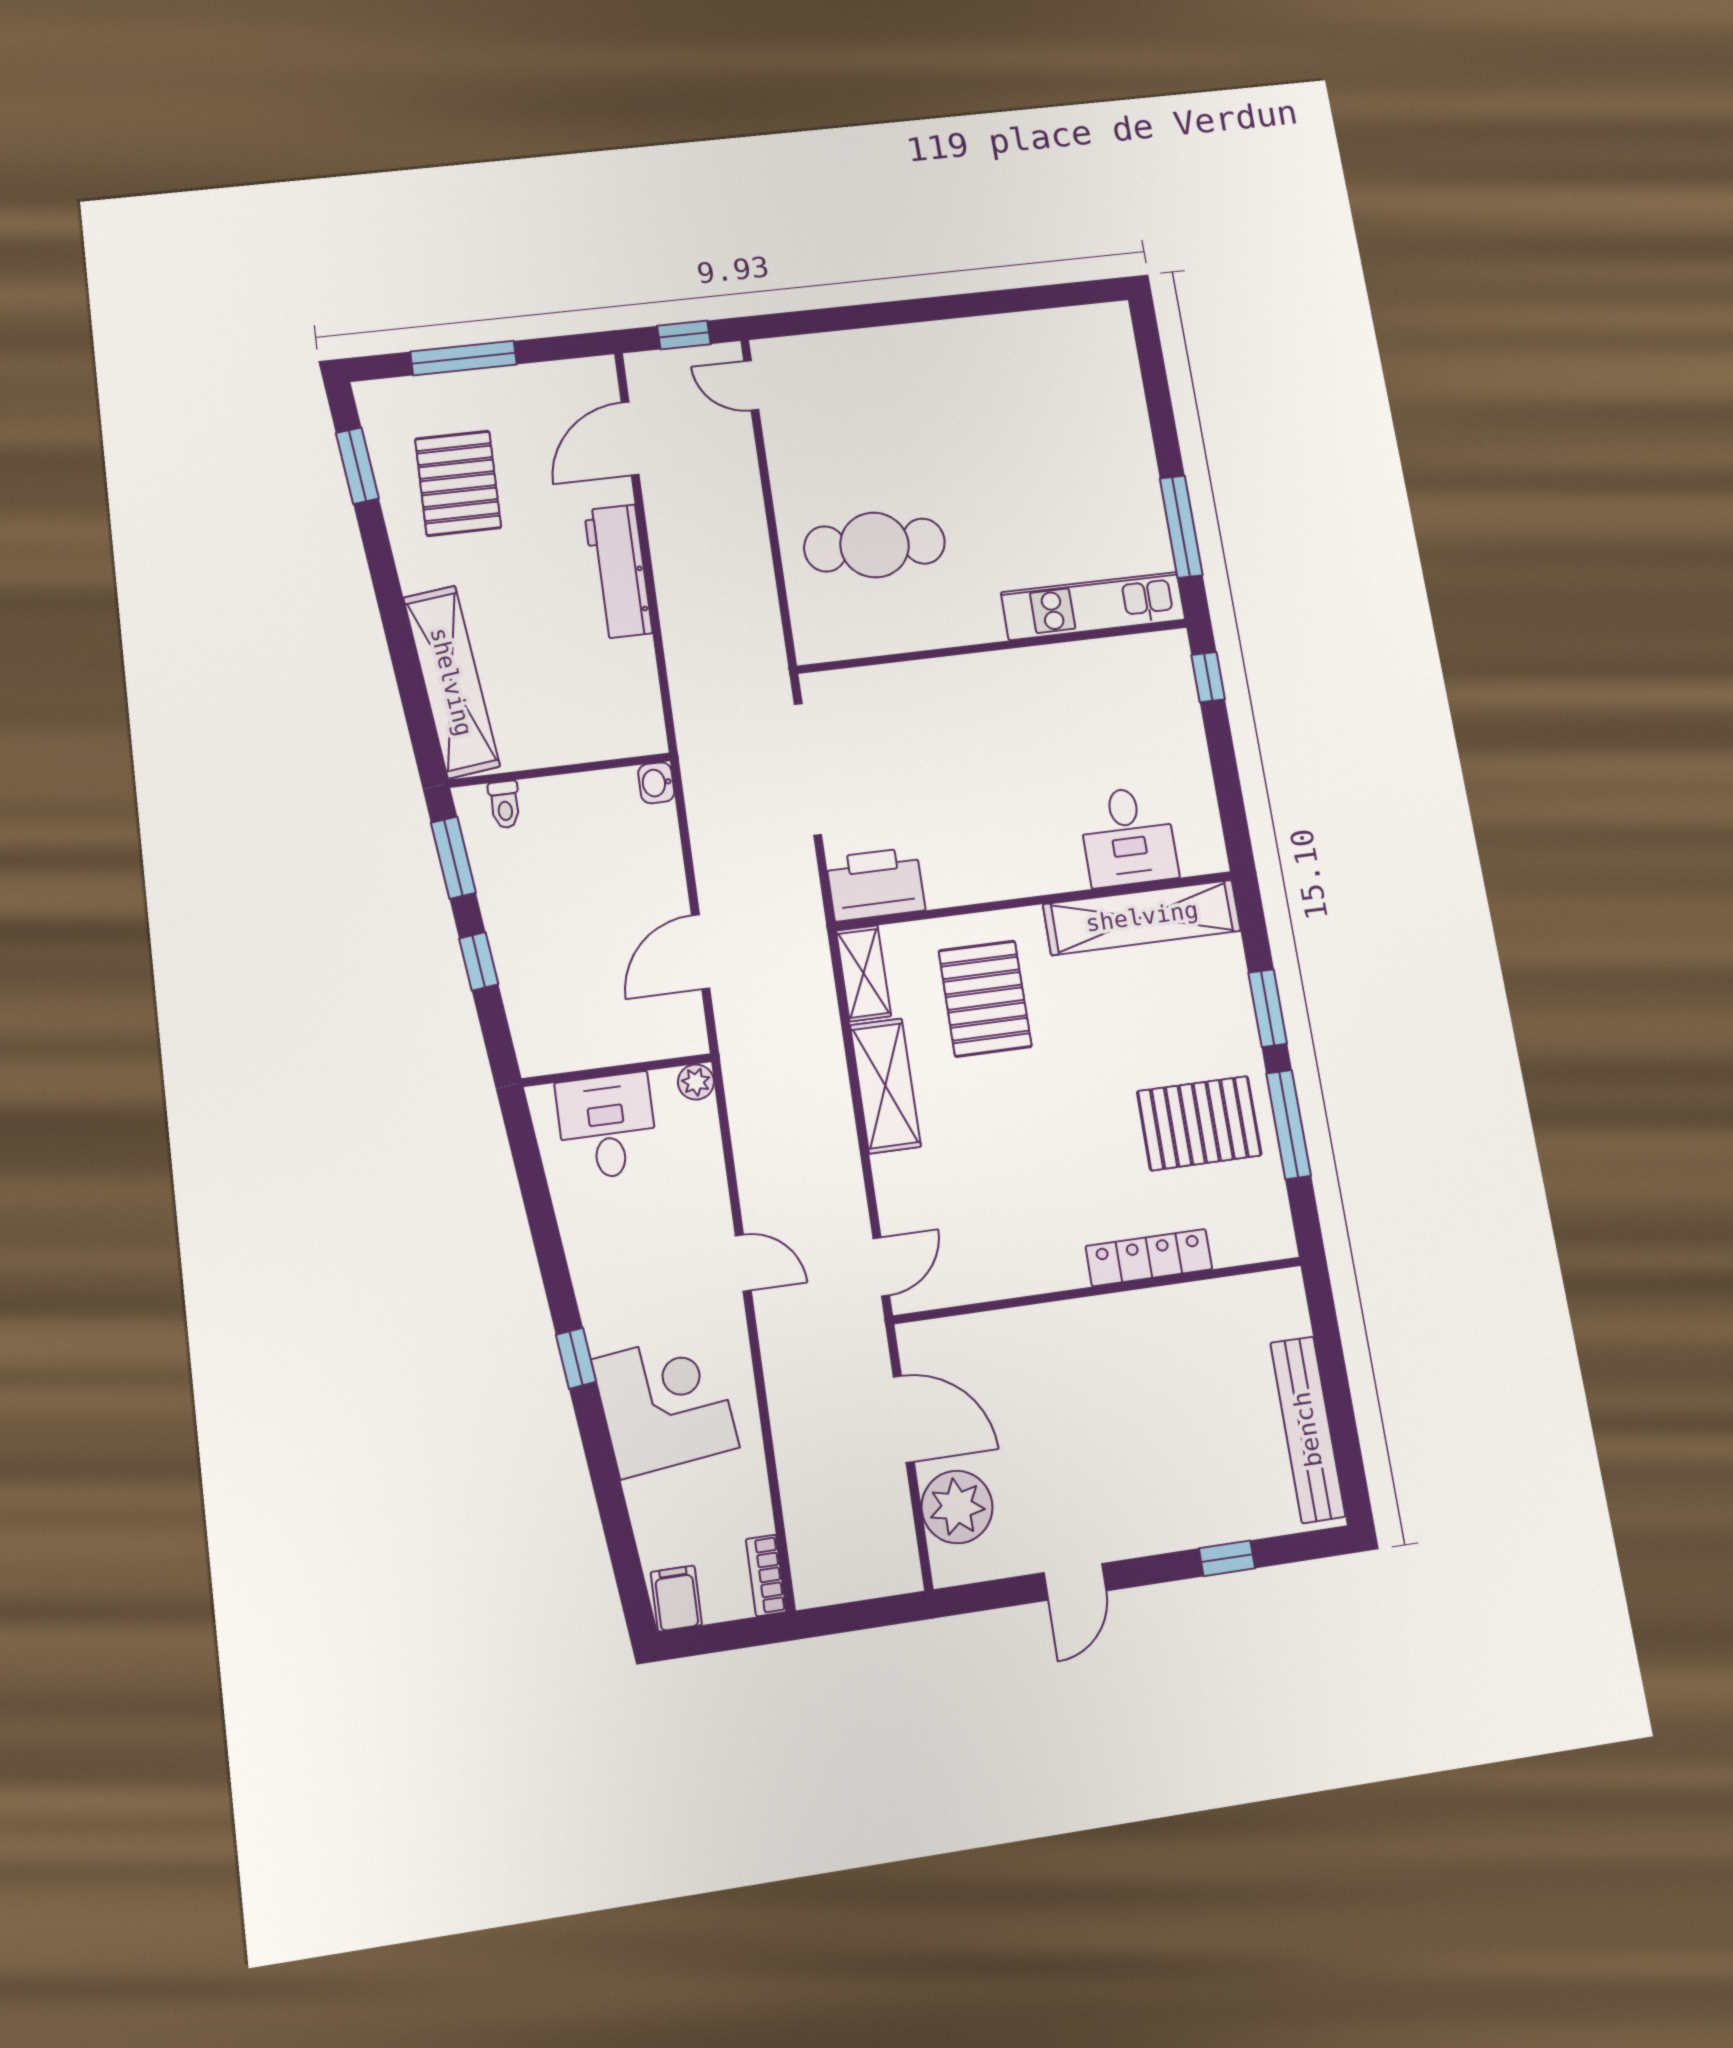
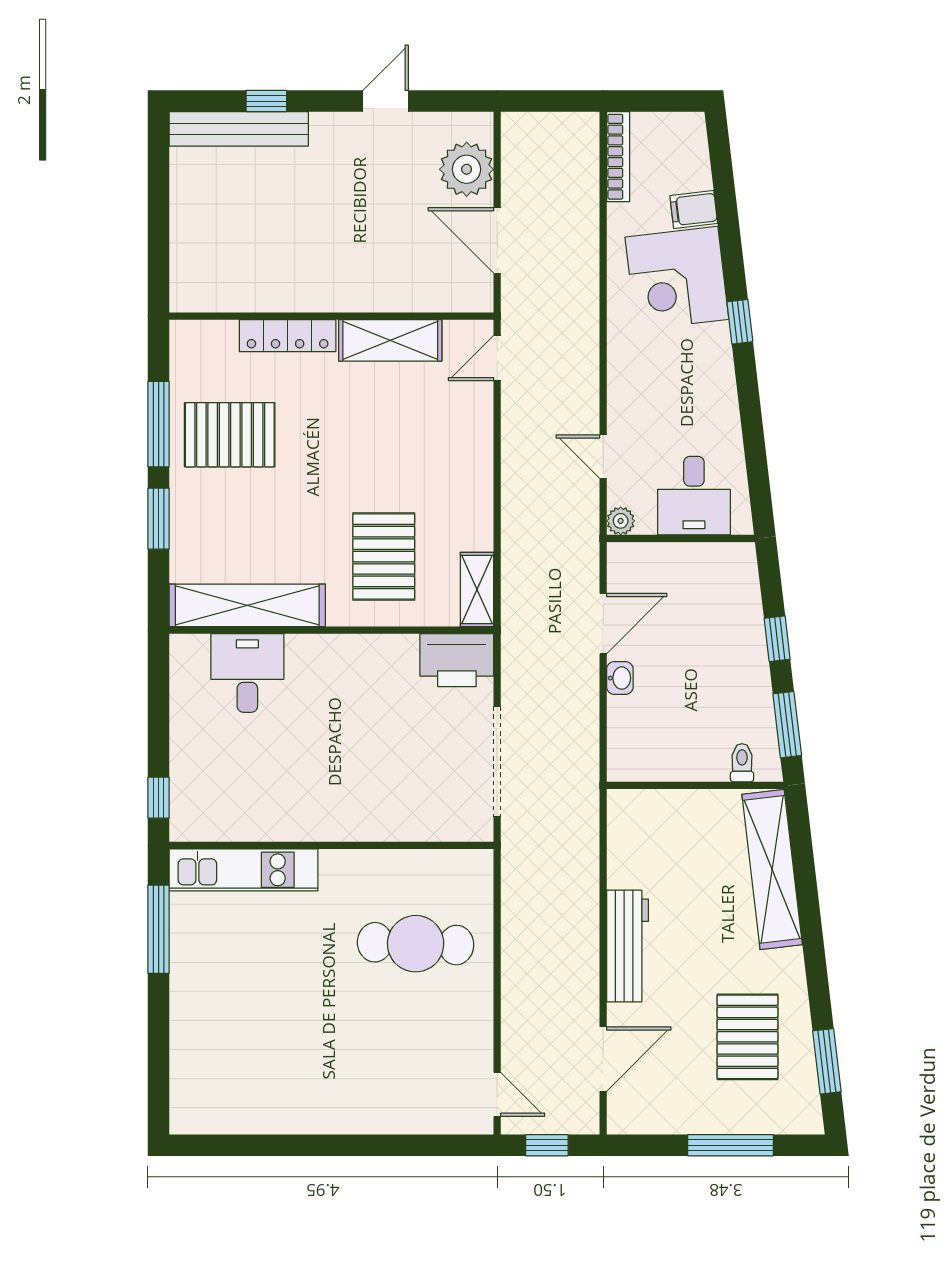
washbasin: (656, 783) -> (620, 678), moved
shelving: (885, 1086) -> (390, 340), moved, turned 90
door: (743, 1263) -> (603, 457), moved
bench: (1308, 1429) -> (239, 129), moved, turned 90
bookcase: (766, 1575) -> (618, 157), width x1.56
filing cabinet: (676, 1598) -> (694, 210), moved, turned 83

